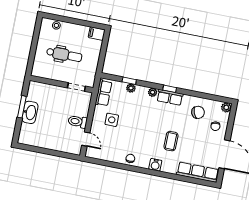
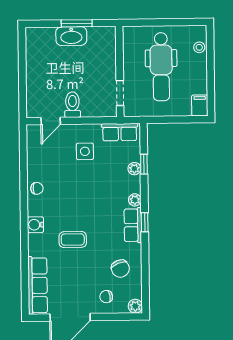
dental chair: (64, 55) -> (161, 67), width x1.36, depth x1.38

